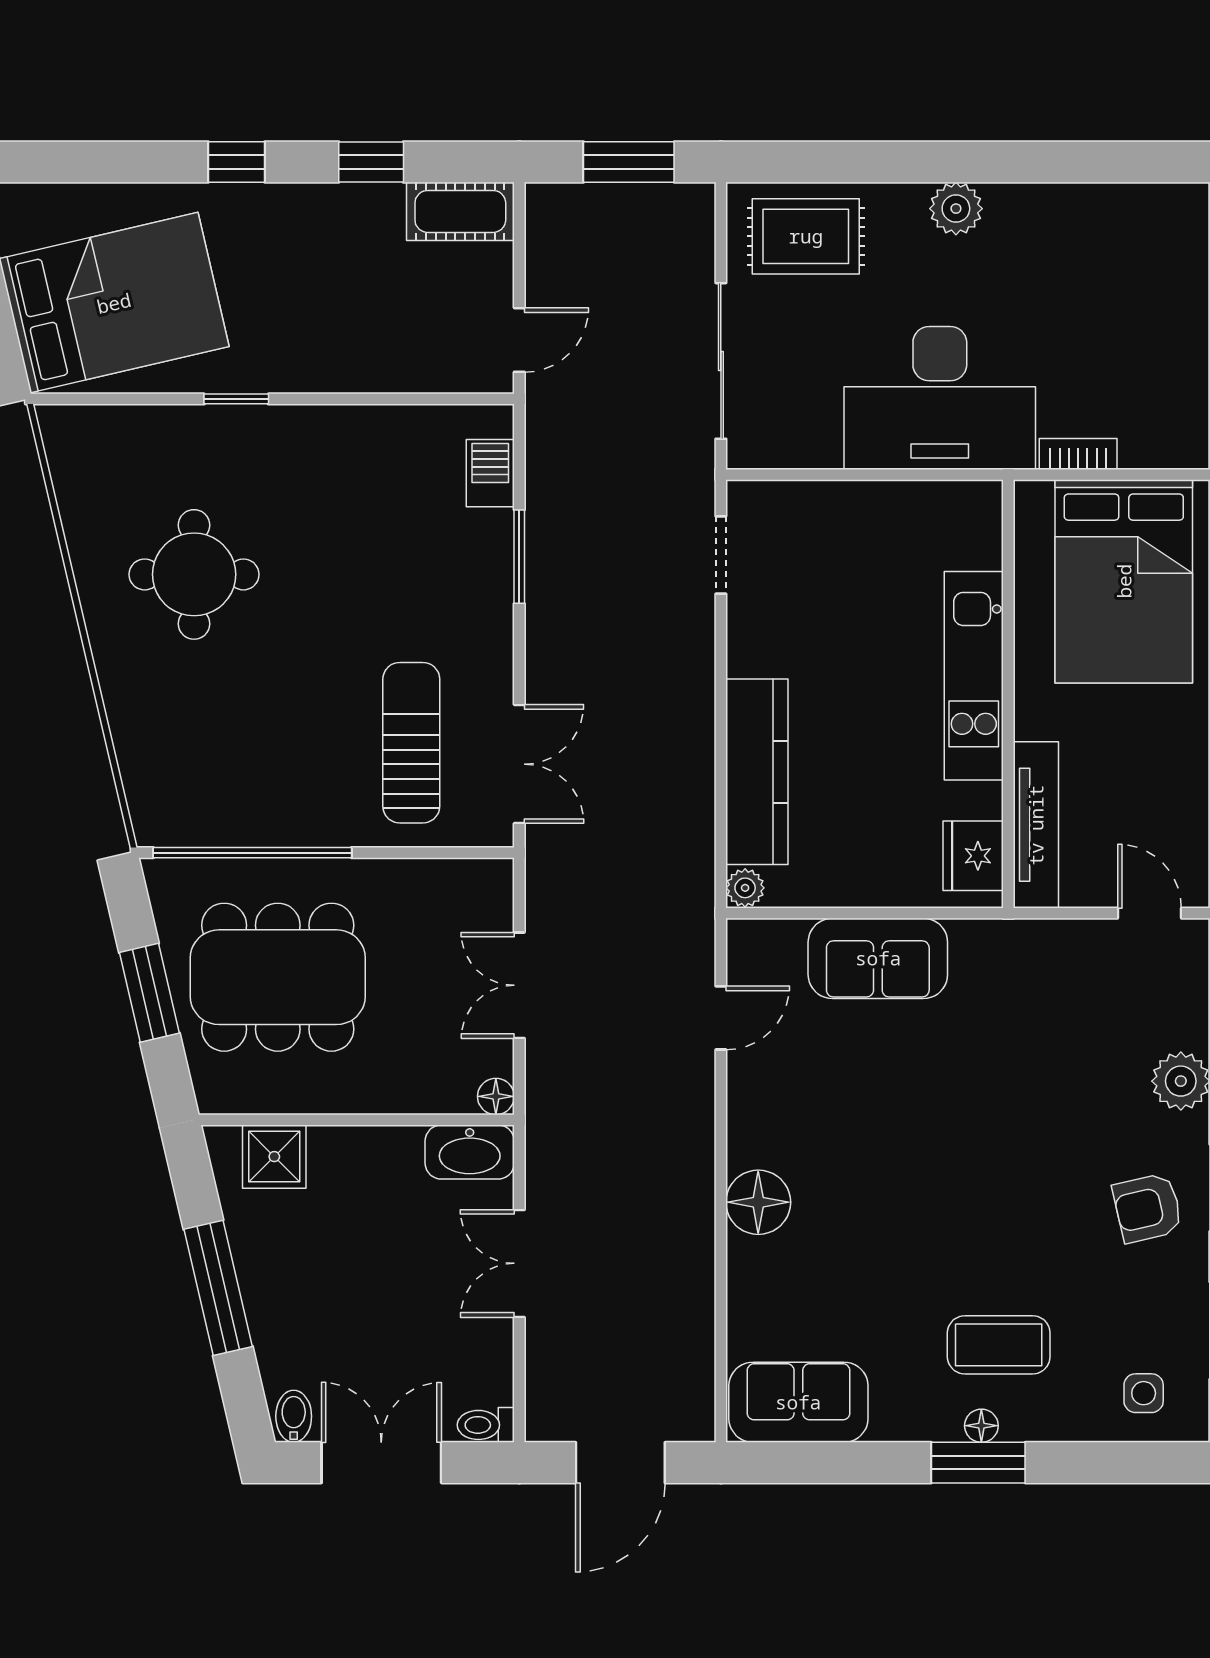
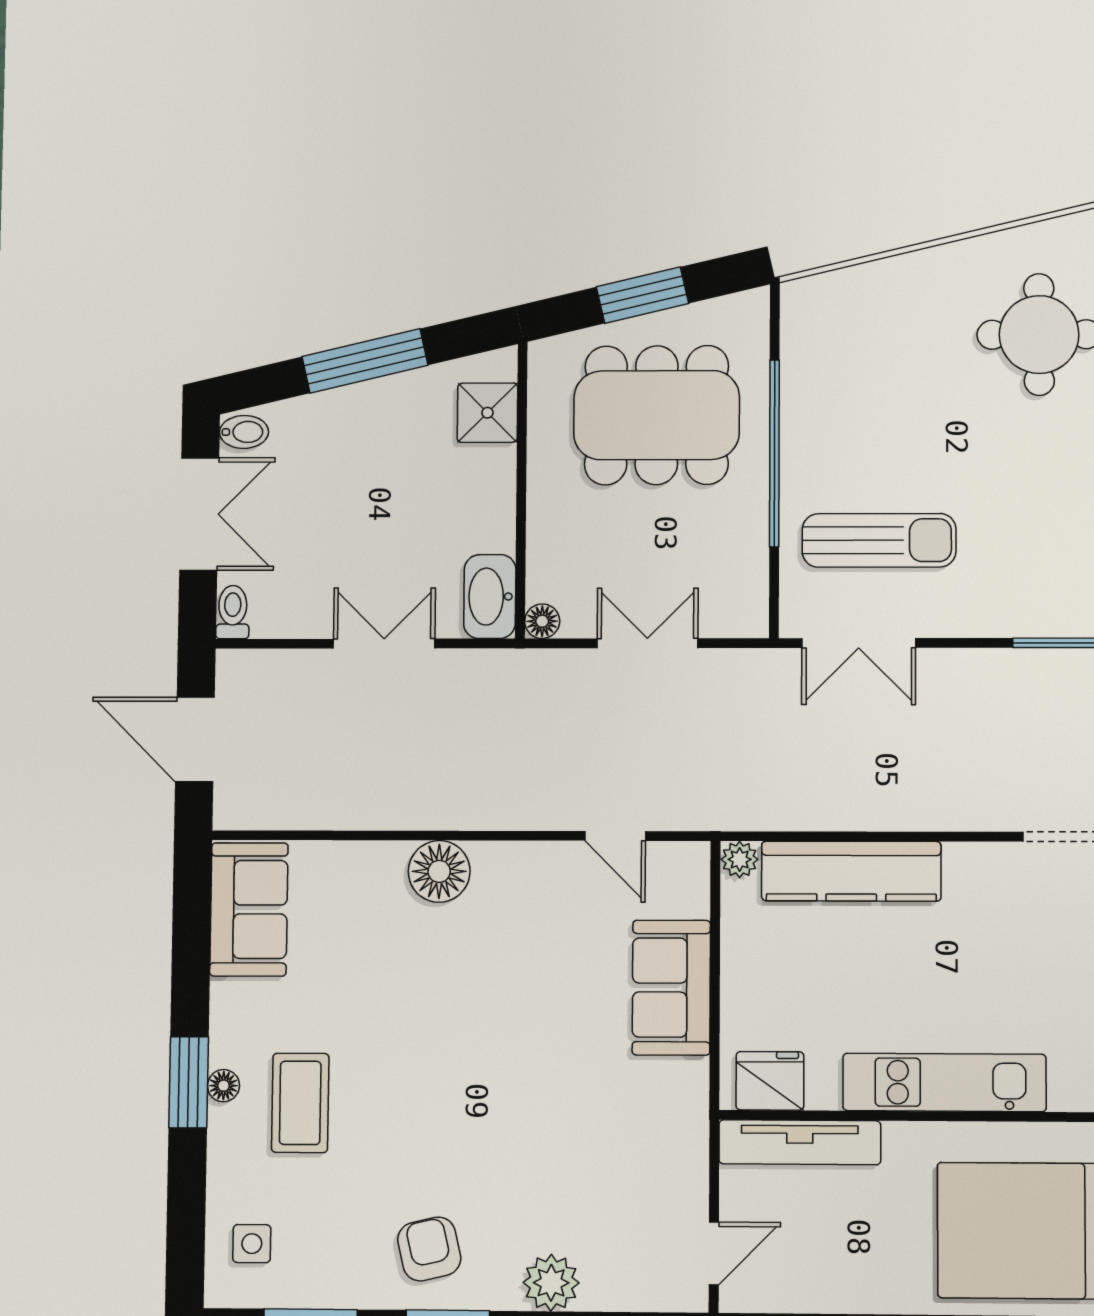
window: (252, 853) -> (774, 453), moved
dining table: (278, 977) -> (657, 415), turned 90

